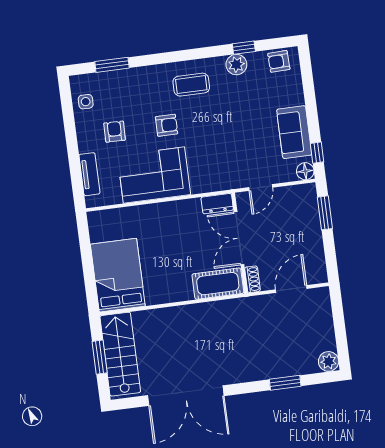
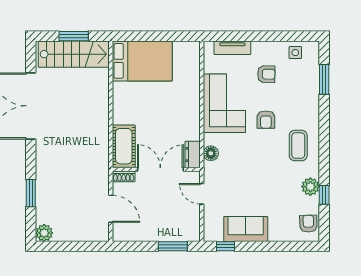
floor lamp: (305, 171) -> (211, 153), moved

